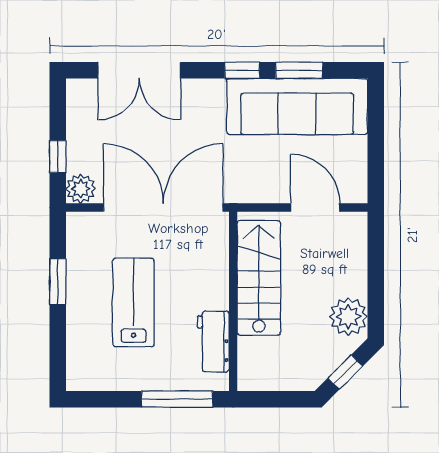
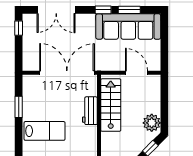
window: (58, 157) -> (19, 28), moved
plant: (81, 189) -> (29, 64), removed
lab bench: (133, 302) -> (45, 131), moved, turned 90
workbench: (213, 341) -> (90, 111), moved

